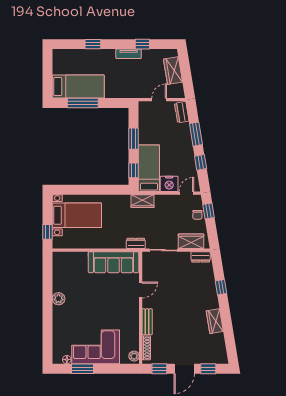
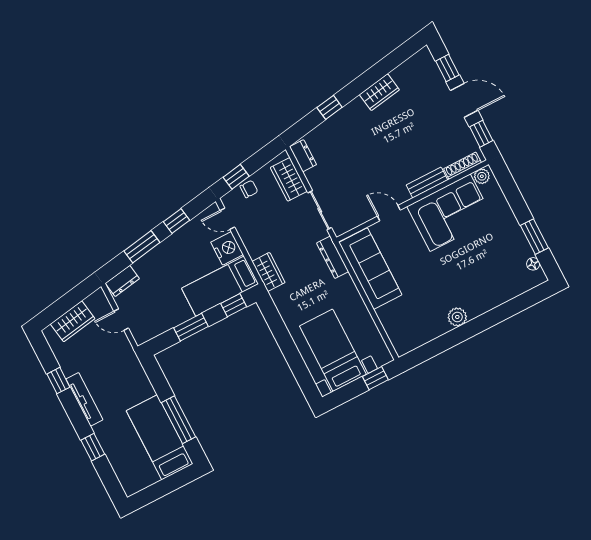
tv unit: (129, 54) -> (84, 399), width x1.41
dresser: (136, 243) -> (333, 257), width x1.44
corner sofa: (96, 347) -> (450, 213), moved, turned -90

